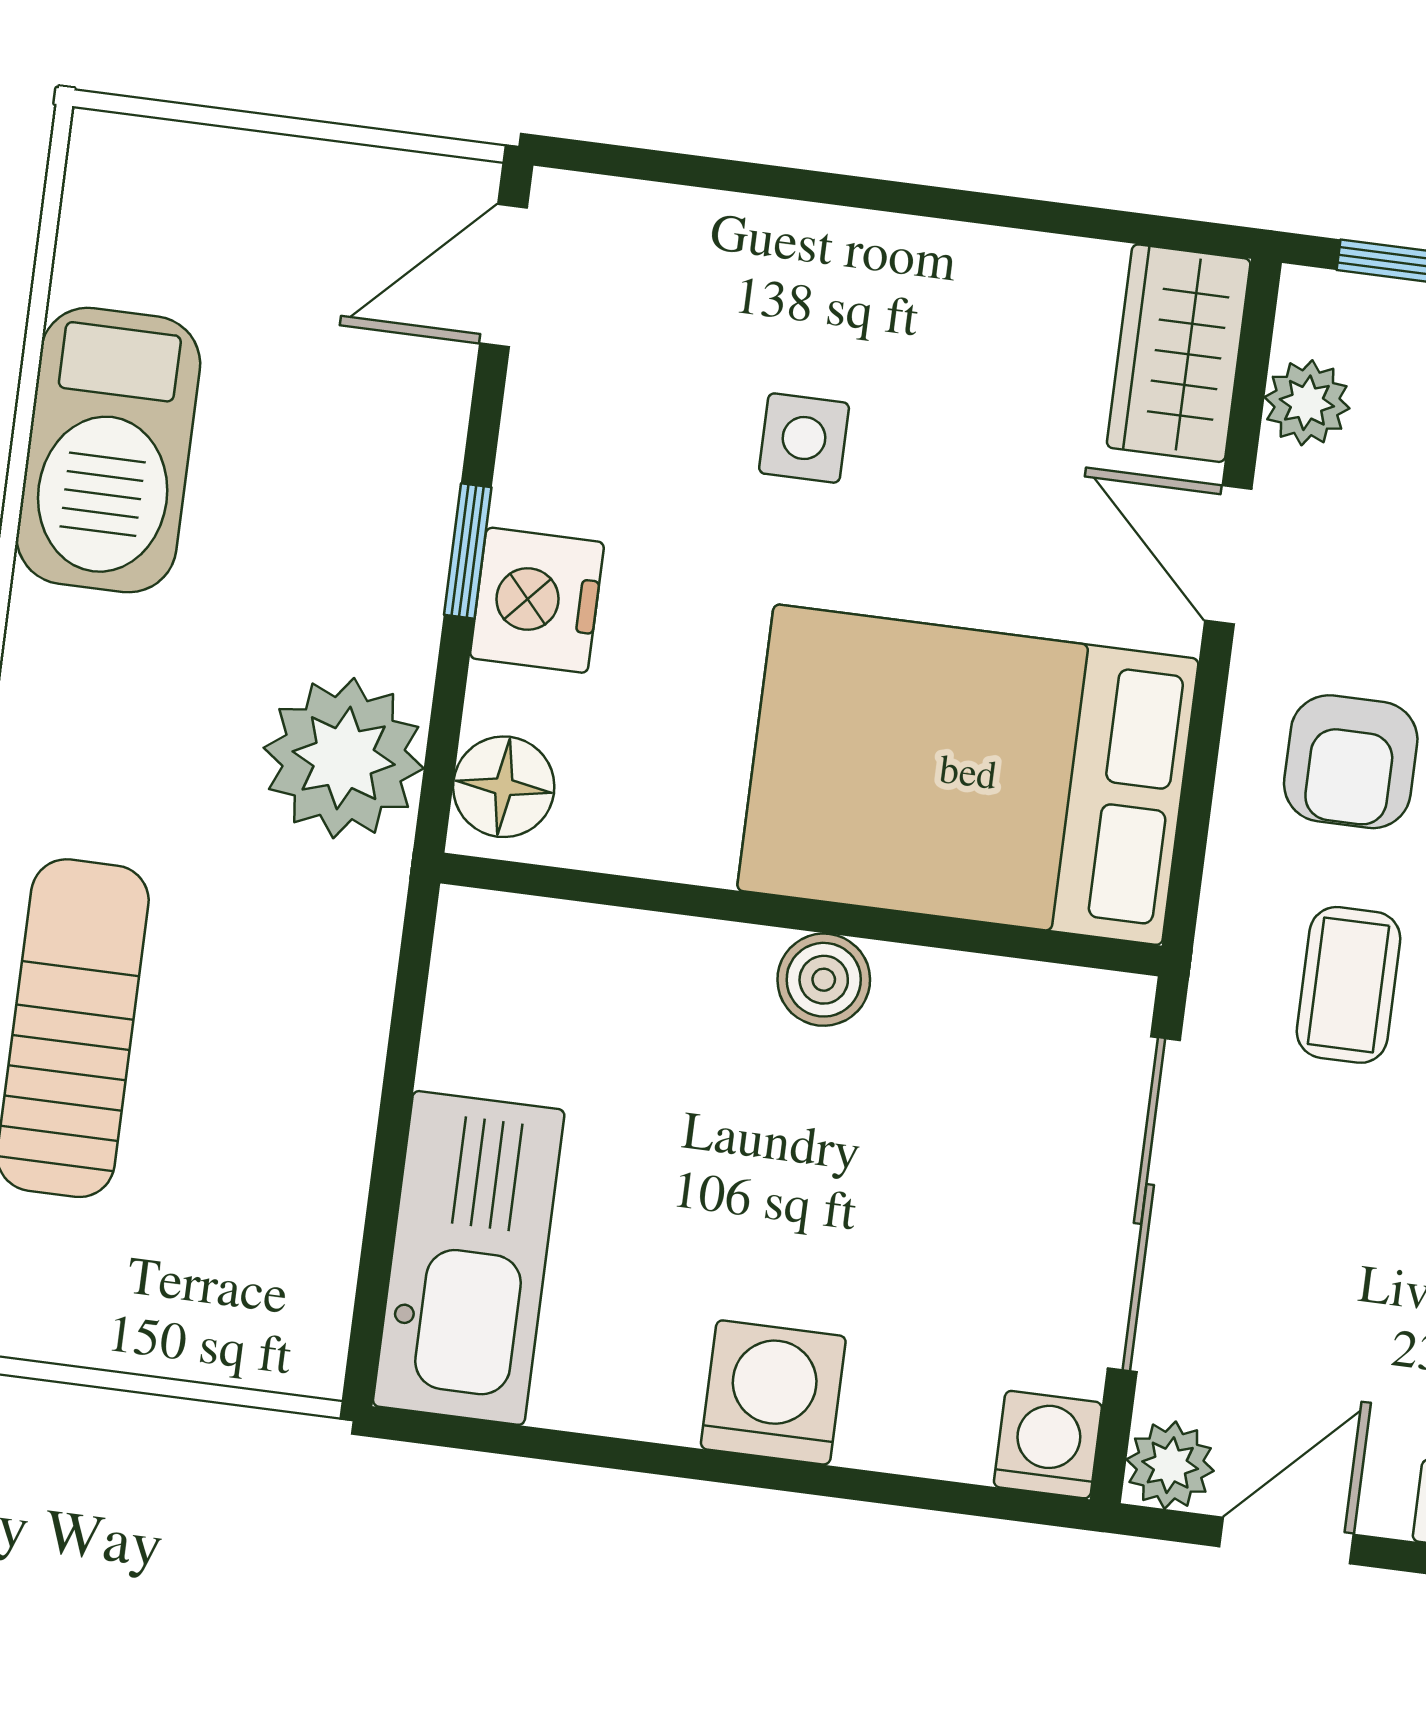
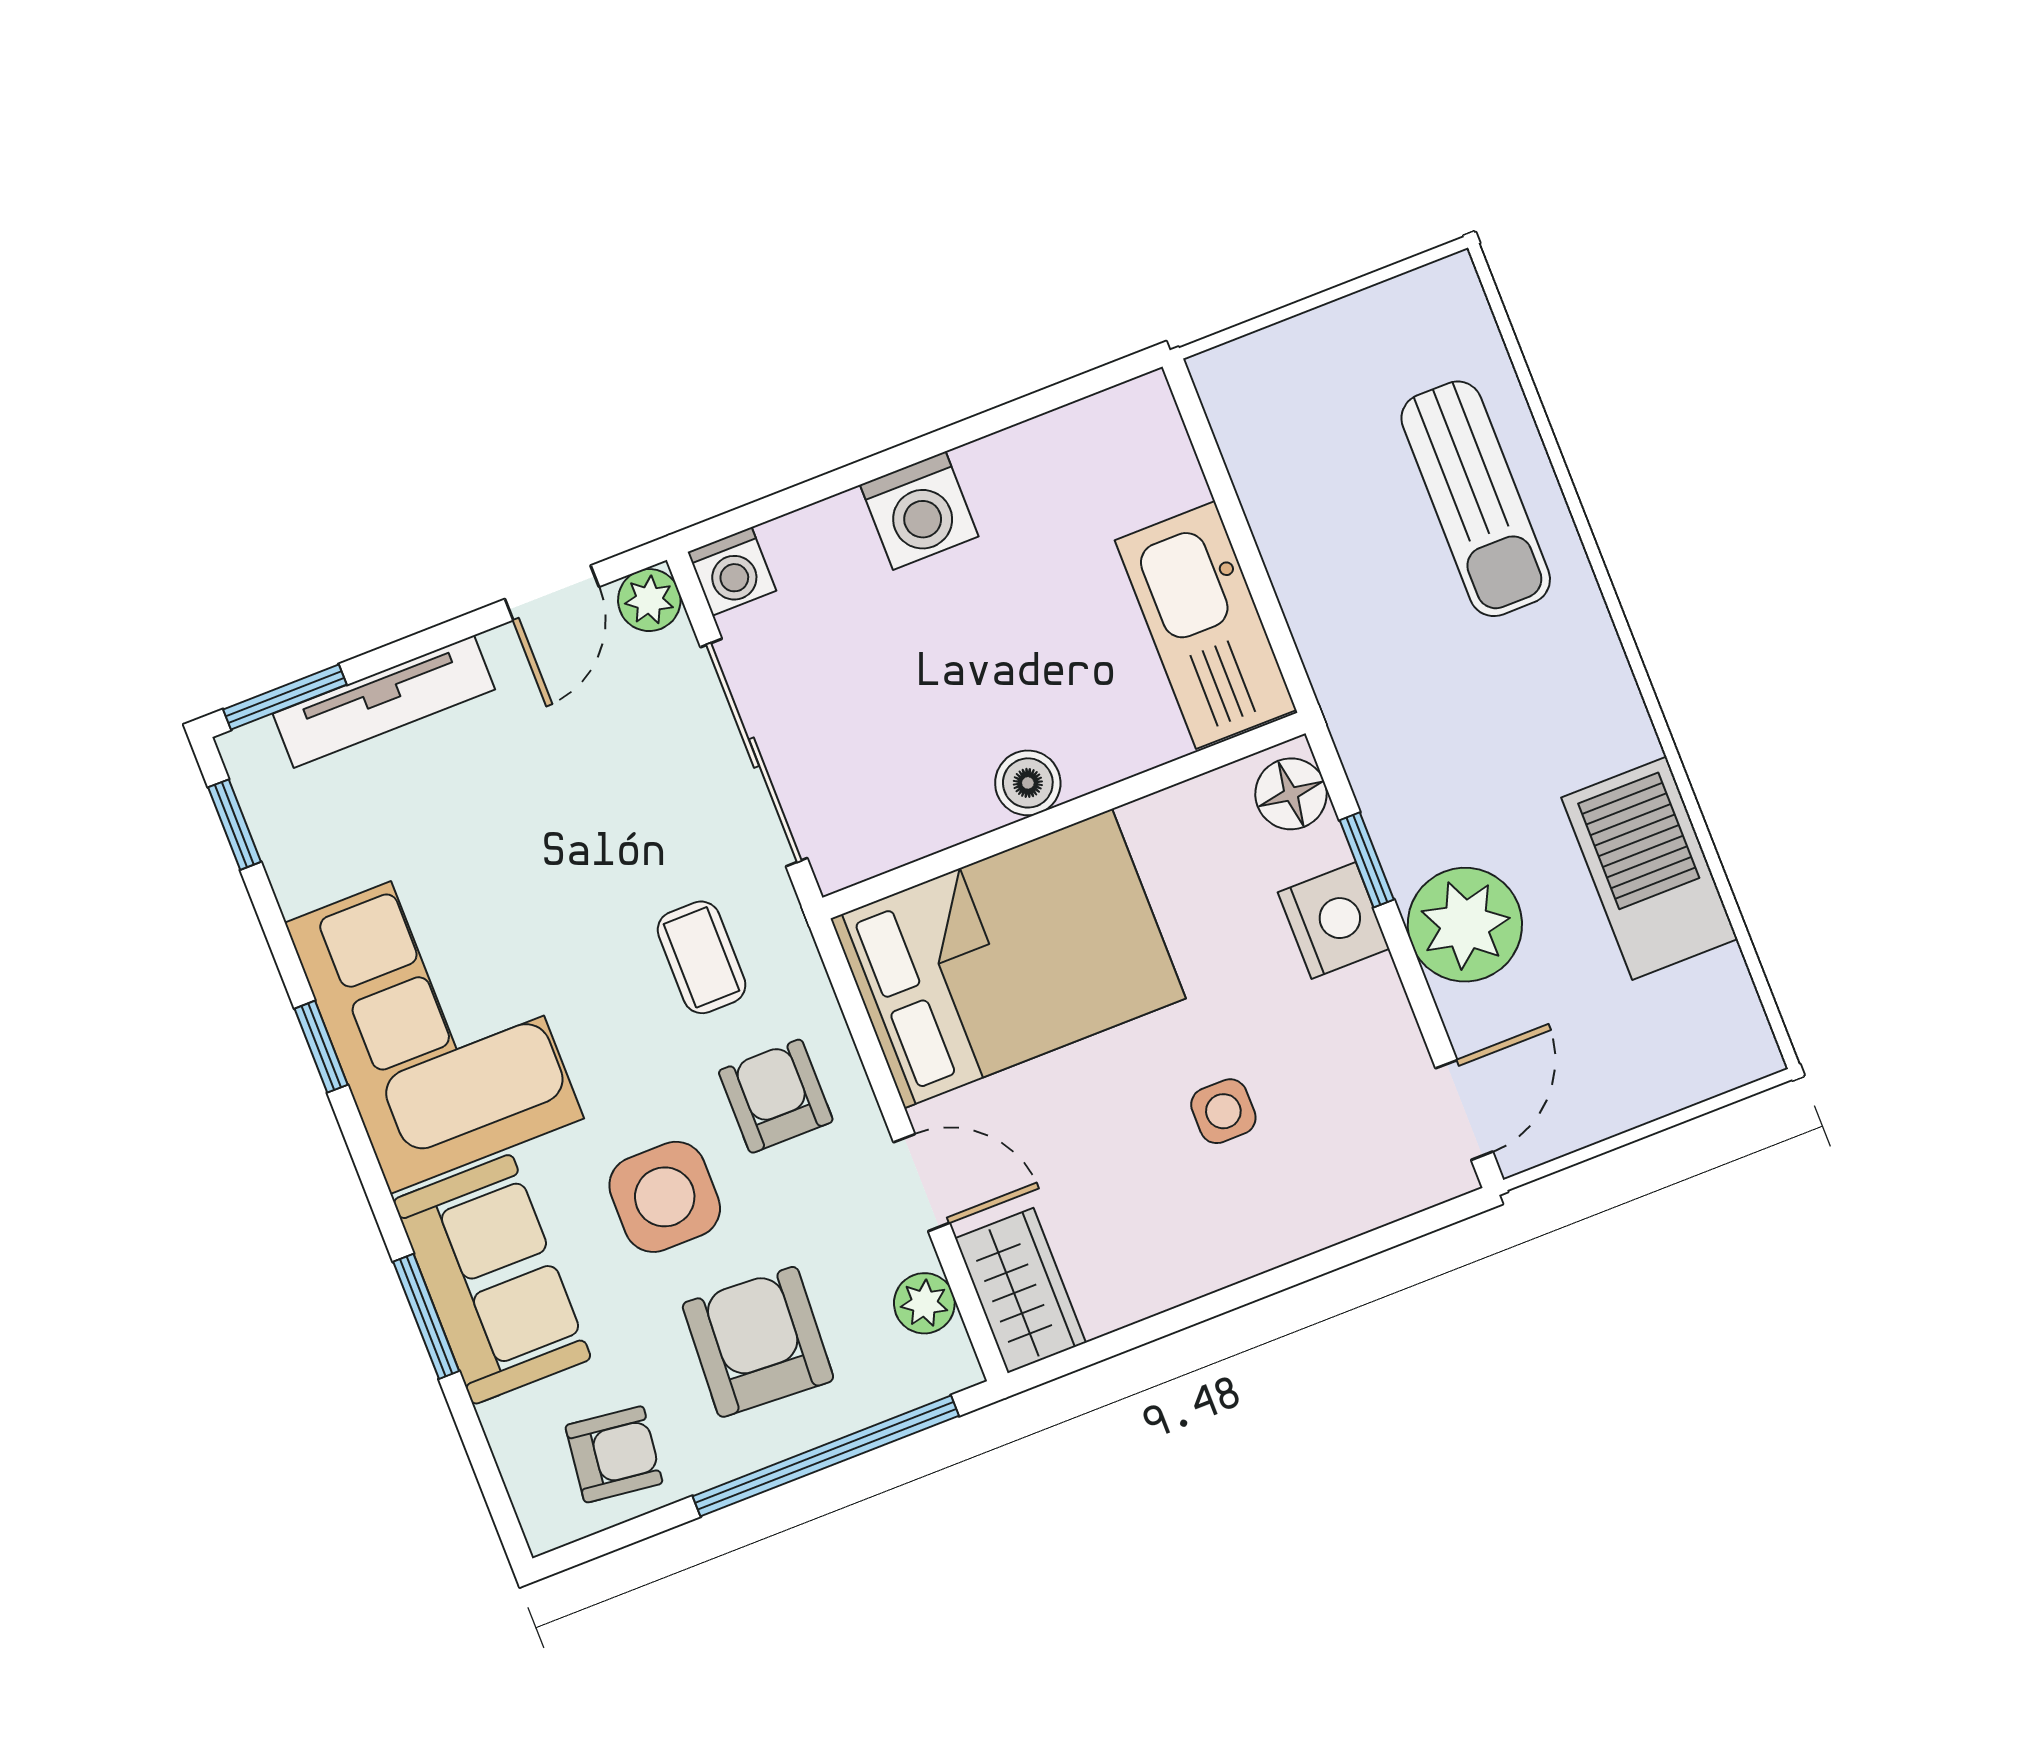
window: (468, 551) -> (1367, 860), moved
plant: (344, 758) -> (1465, 925), moved
kitchen sink: (469, 1258) -> (1206, 625), moved

